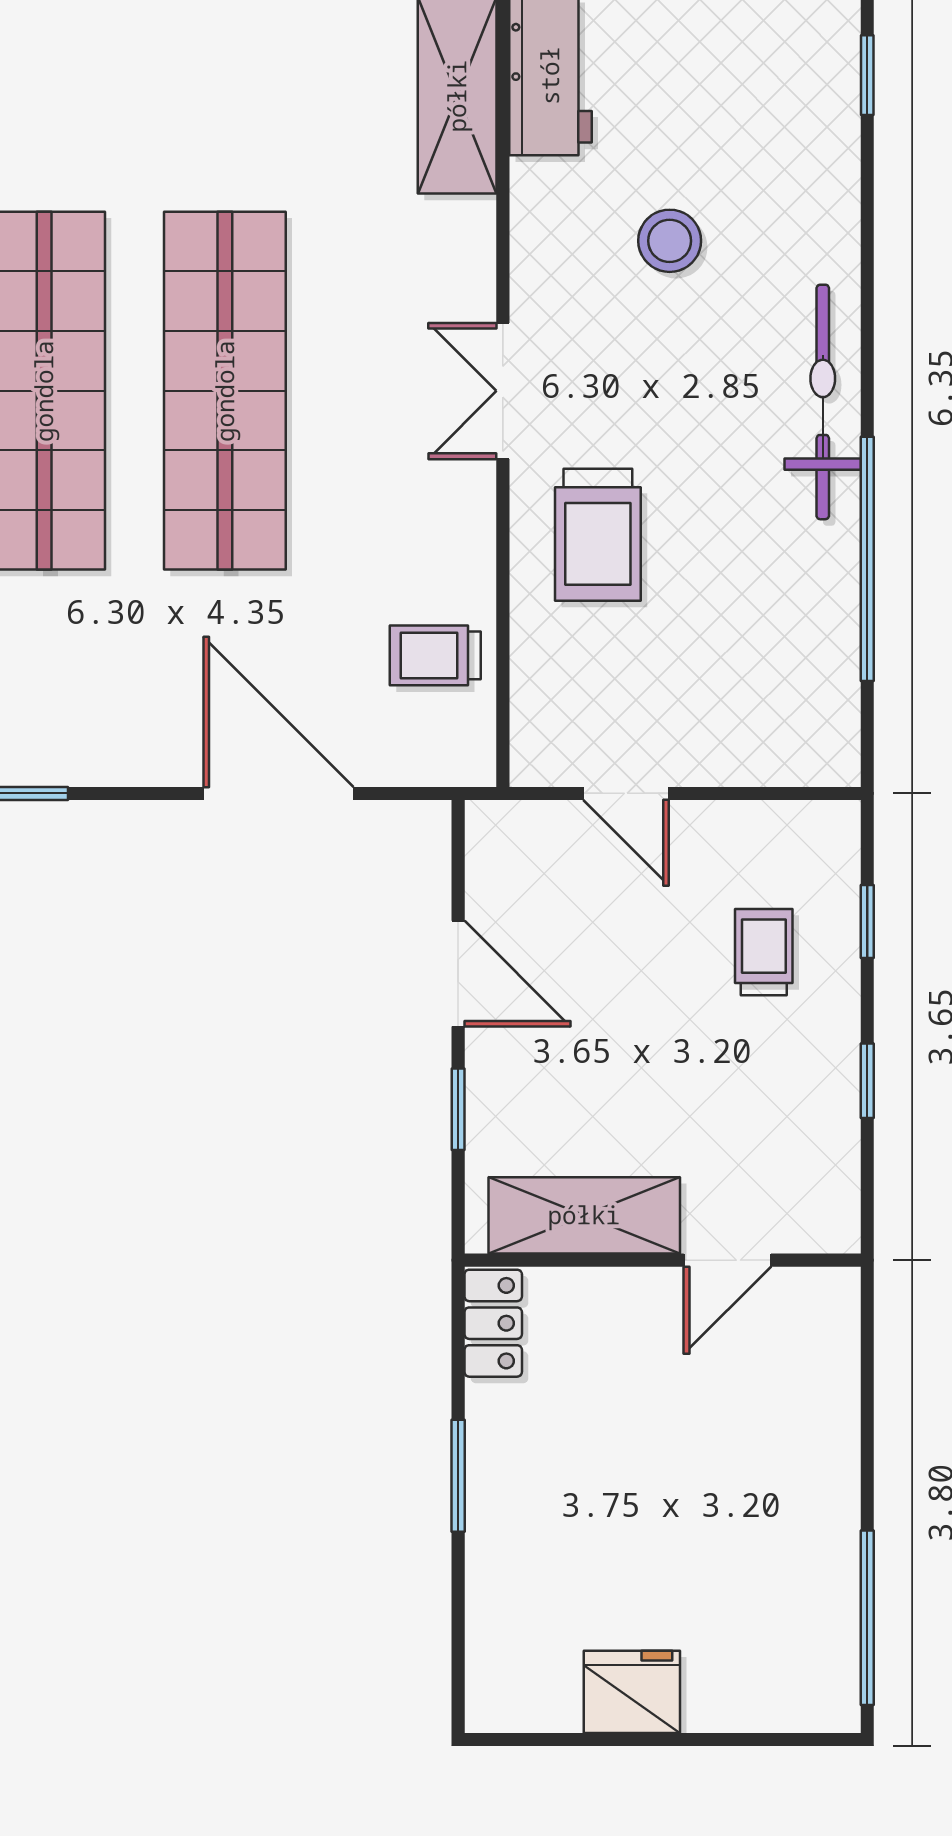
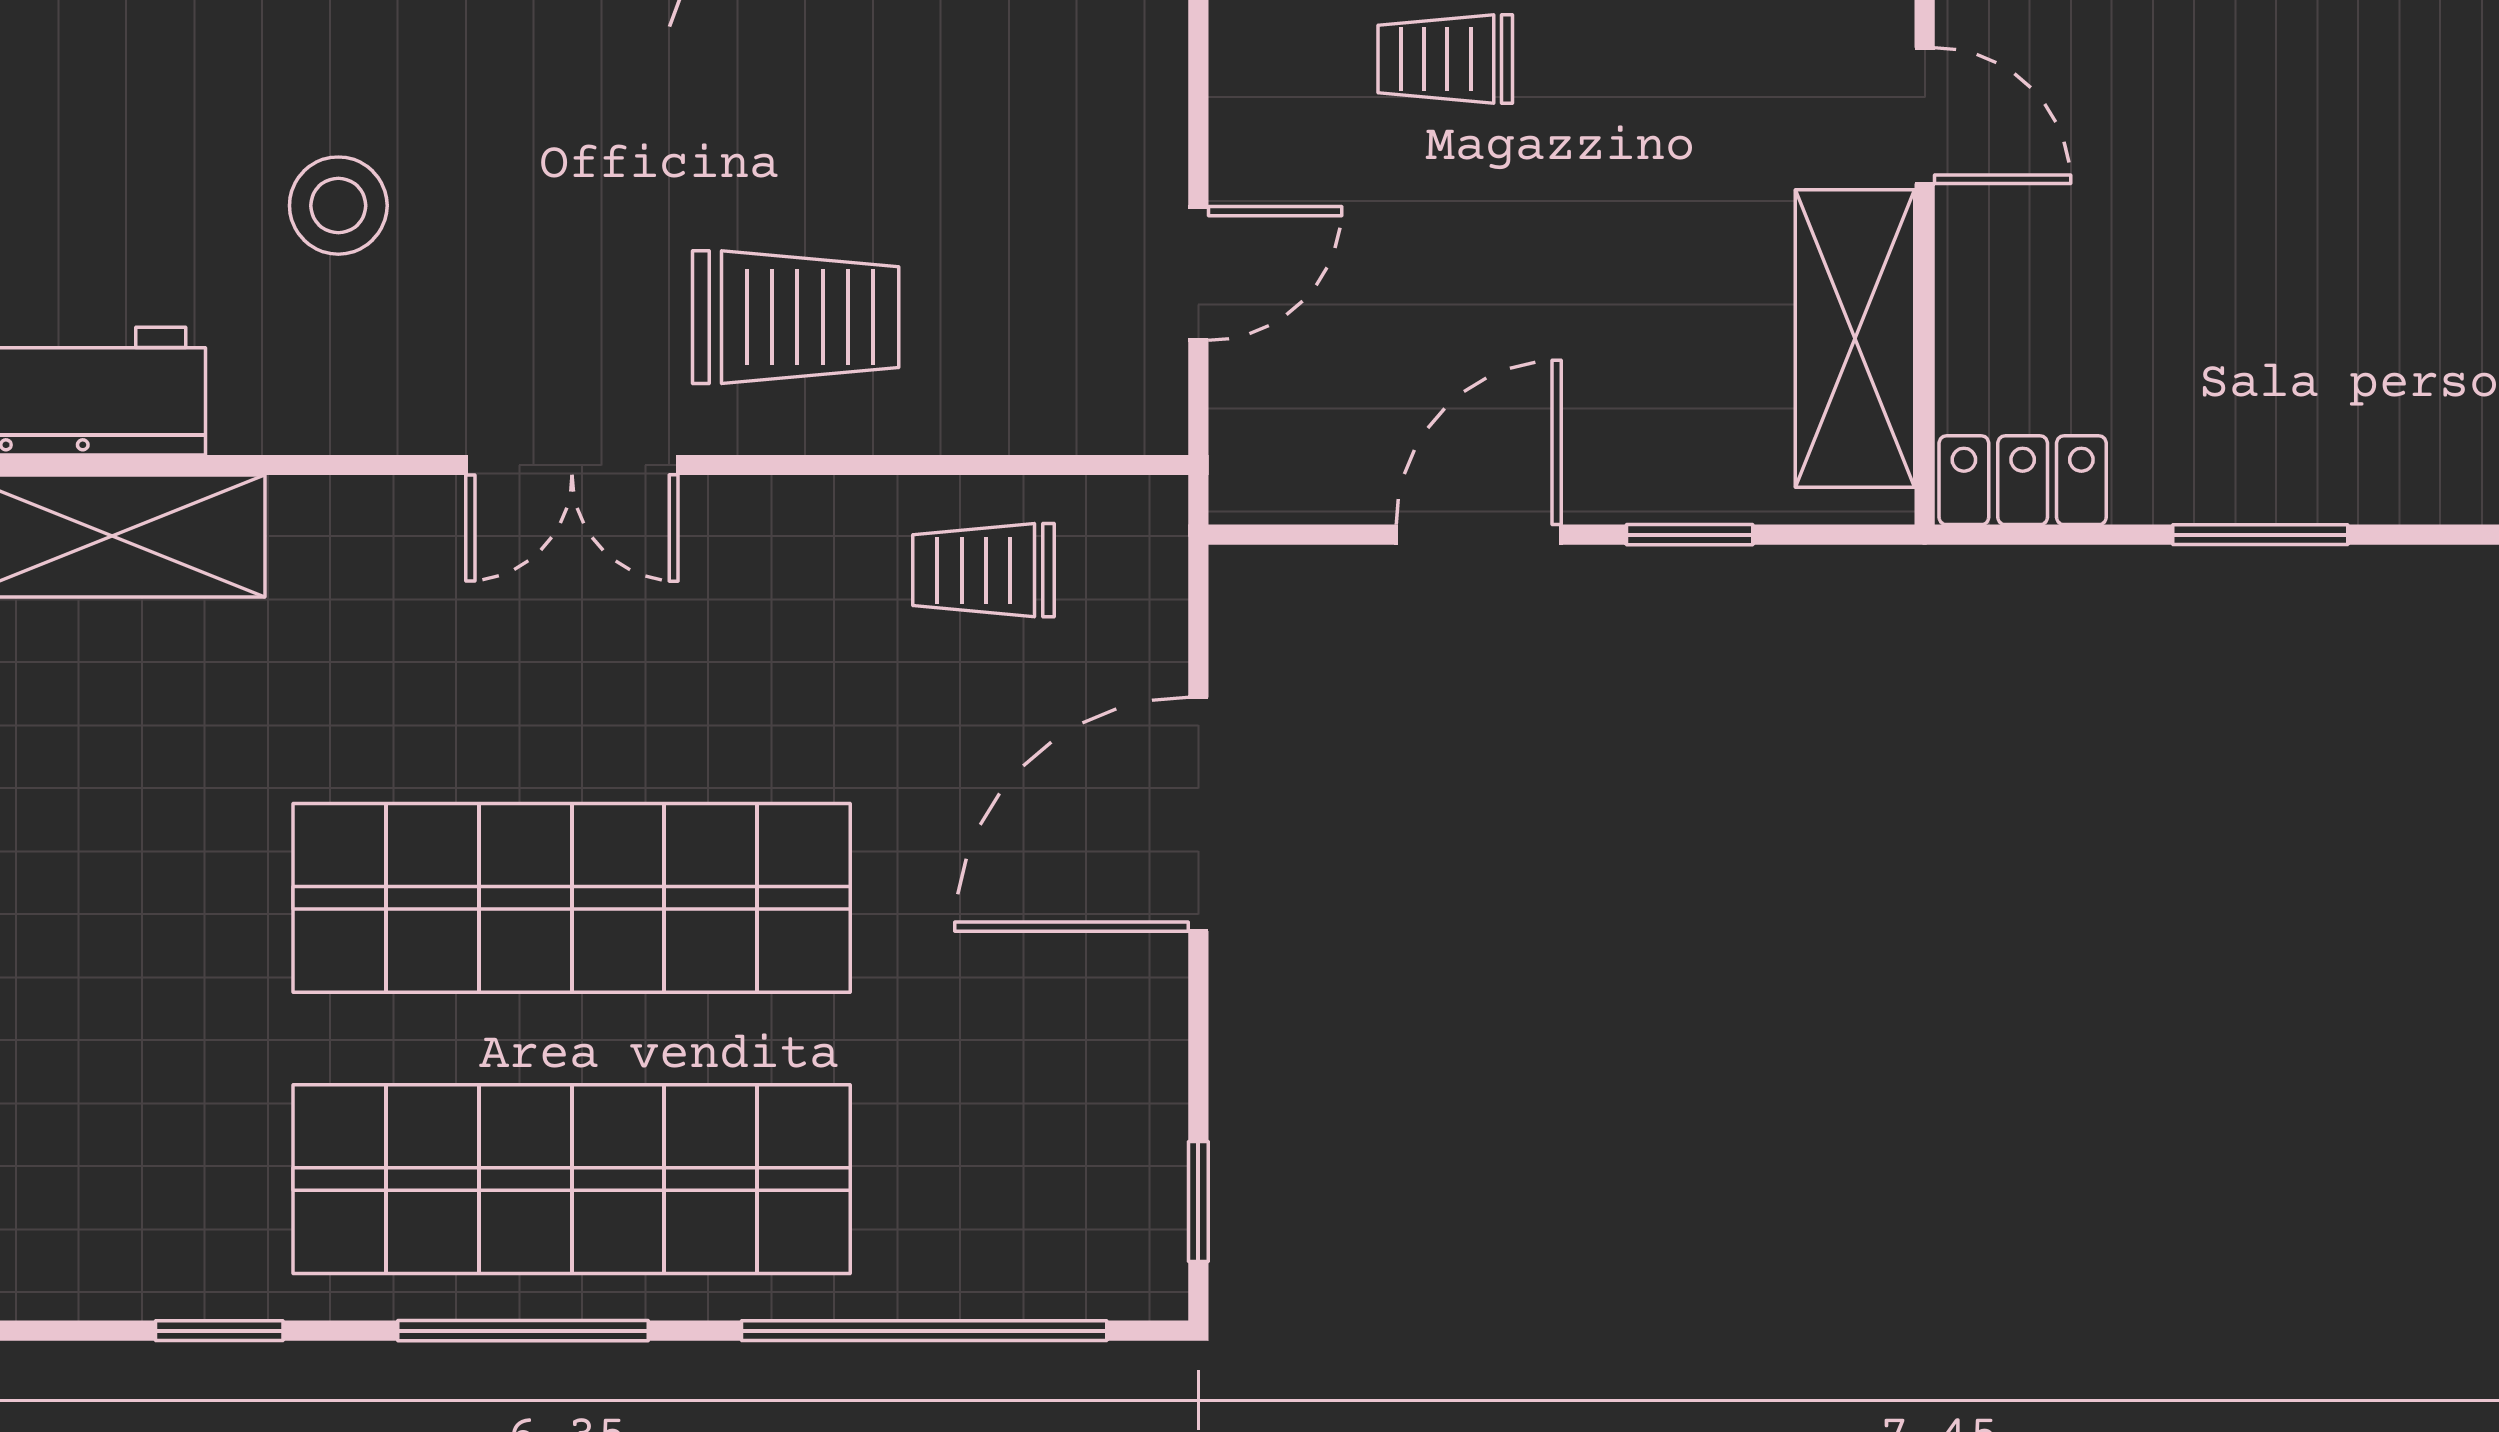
trolley: (435, 655) -> (984, 570), turned 90

